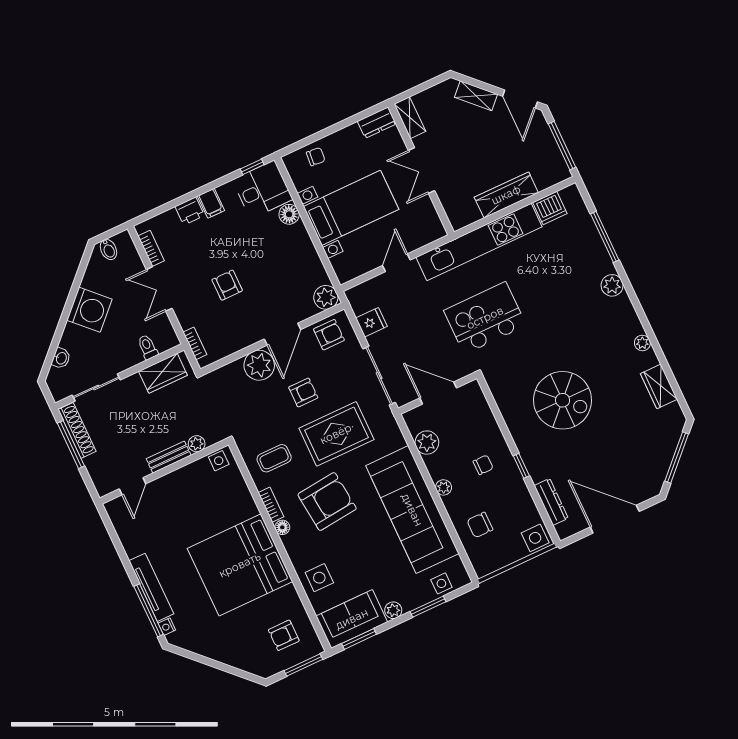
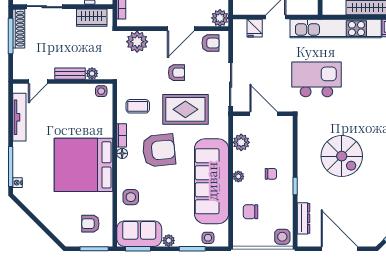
fridge: (371, 322) -> (255, 28), moved, turned 90
plant: (259, 365) -> (137, 42), moved
tv unit: (151, 587) -> (19, 117), moved

